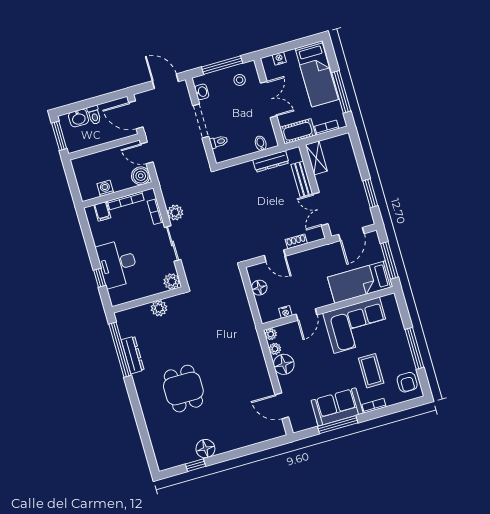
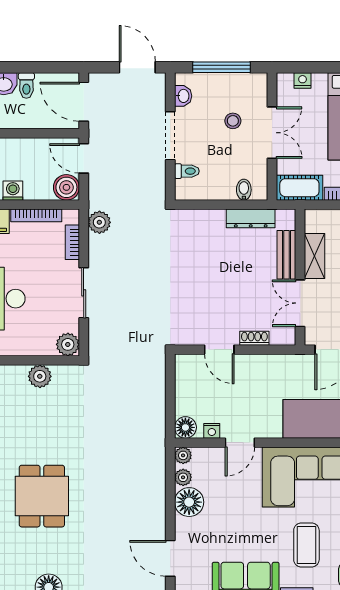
stool: (240, 80) -> (233, 121), moved
shelving: (316, 158) -> (315, 256), moved
plant: (175, 213) -> (99, 222), moved
floor lamp: (259, 288) -> (185, 427), moved

